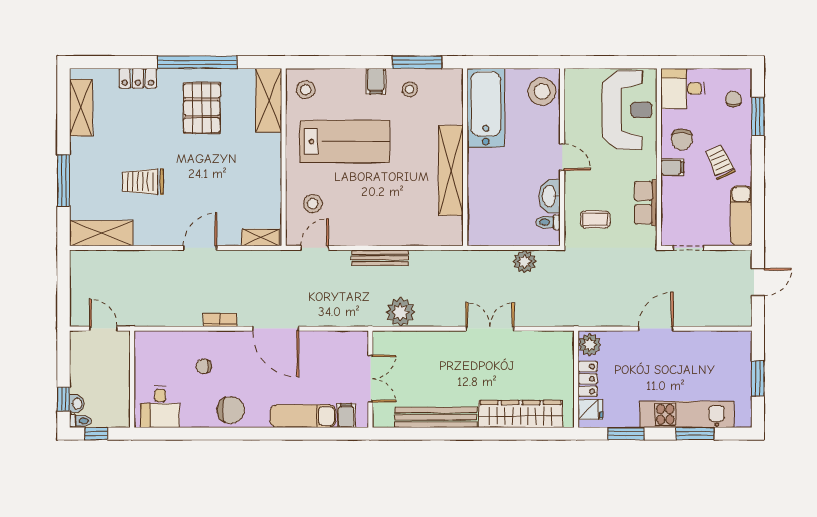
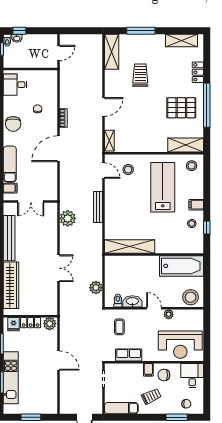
window: (417, 62) -> (207, 228), width x0.46
plant: (573, 131) -> (169, 314), added
lab bench: (345, 141) -> (163, 187), turned 180
door: (562, 157) -> (154, 308), swing flipped
shelving: (451, 170) -> (130, 246), moved
door: (200, 248) -> (103, 107), hinge flipped

